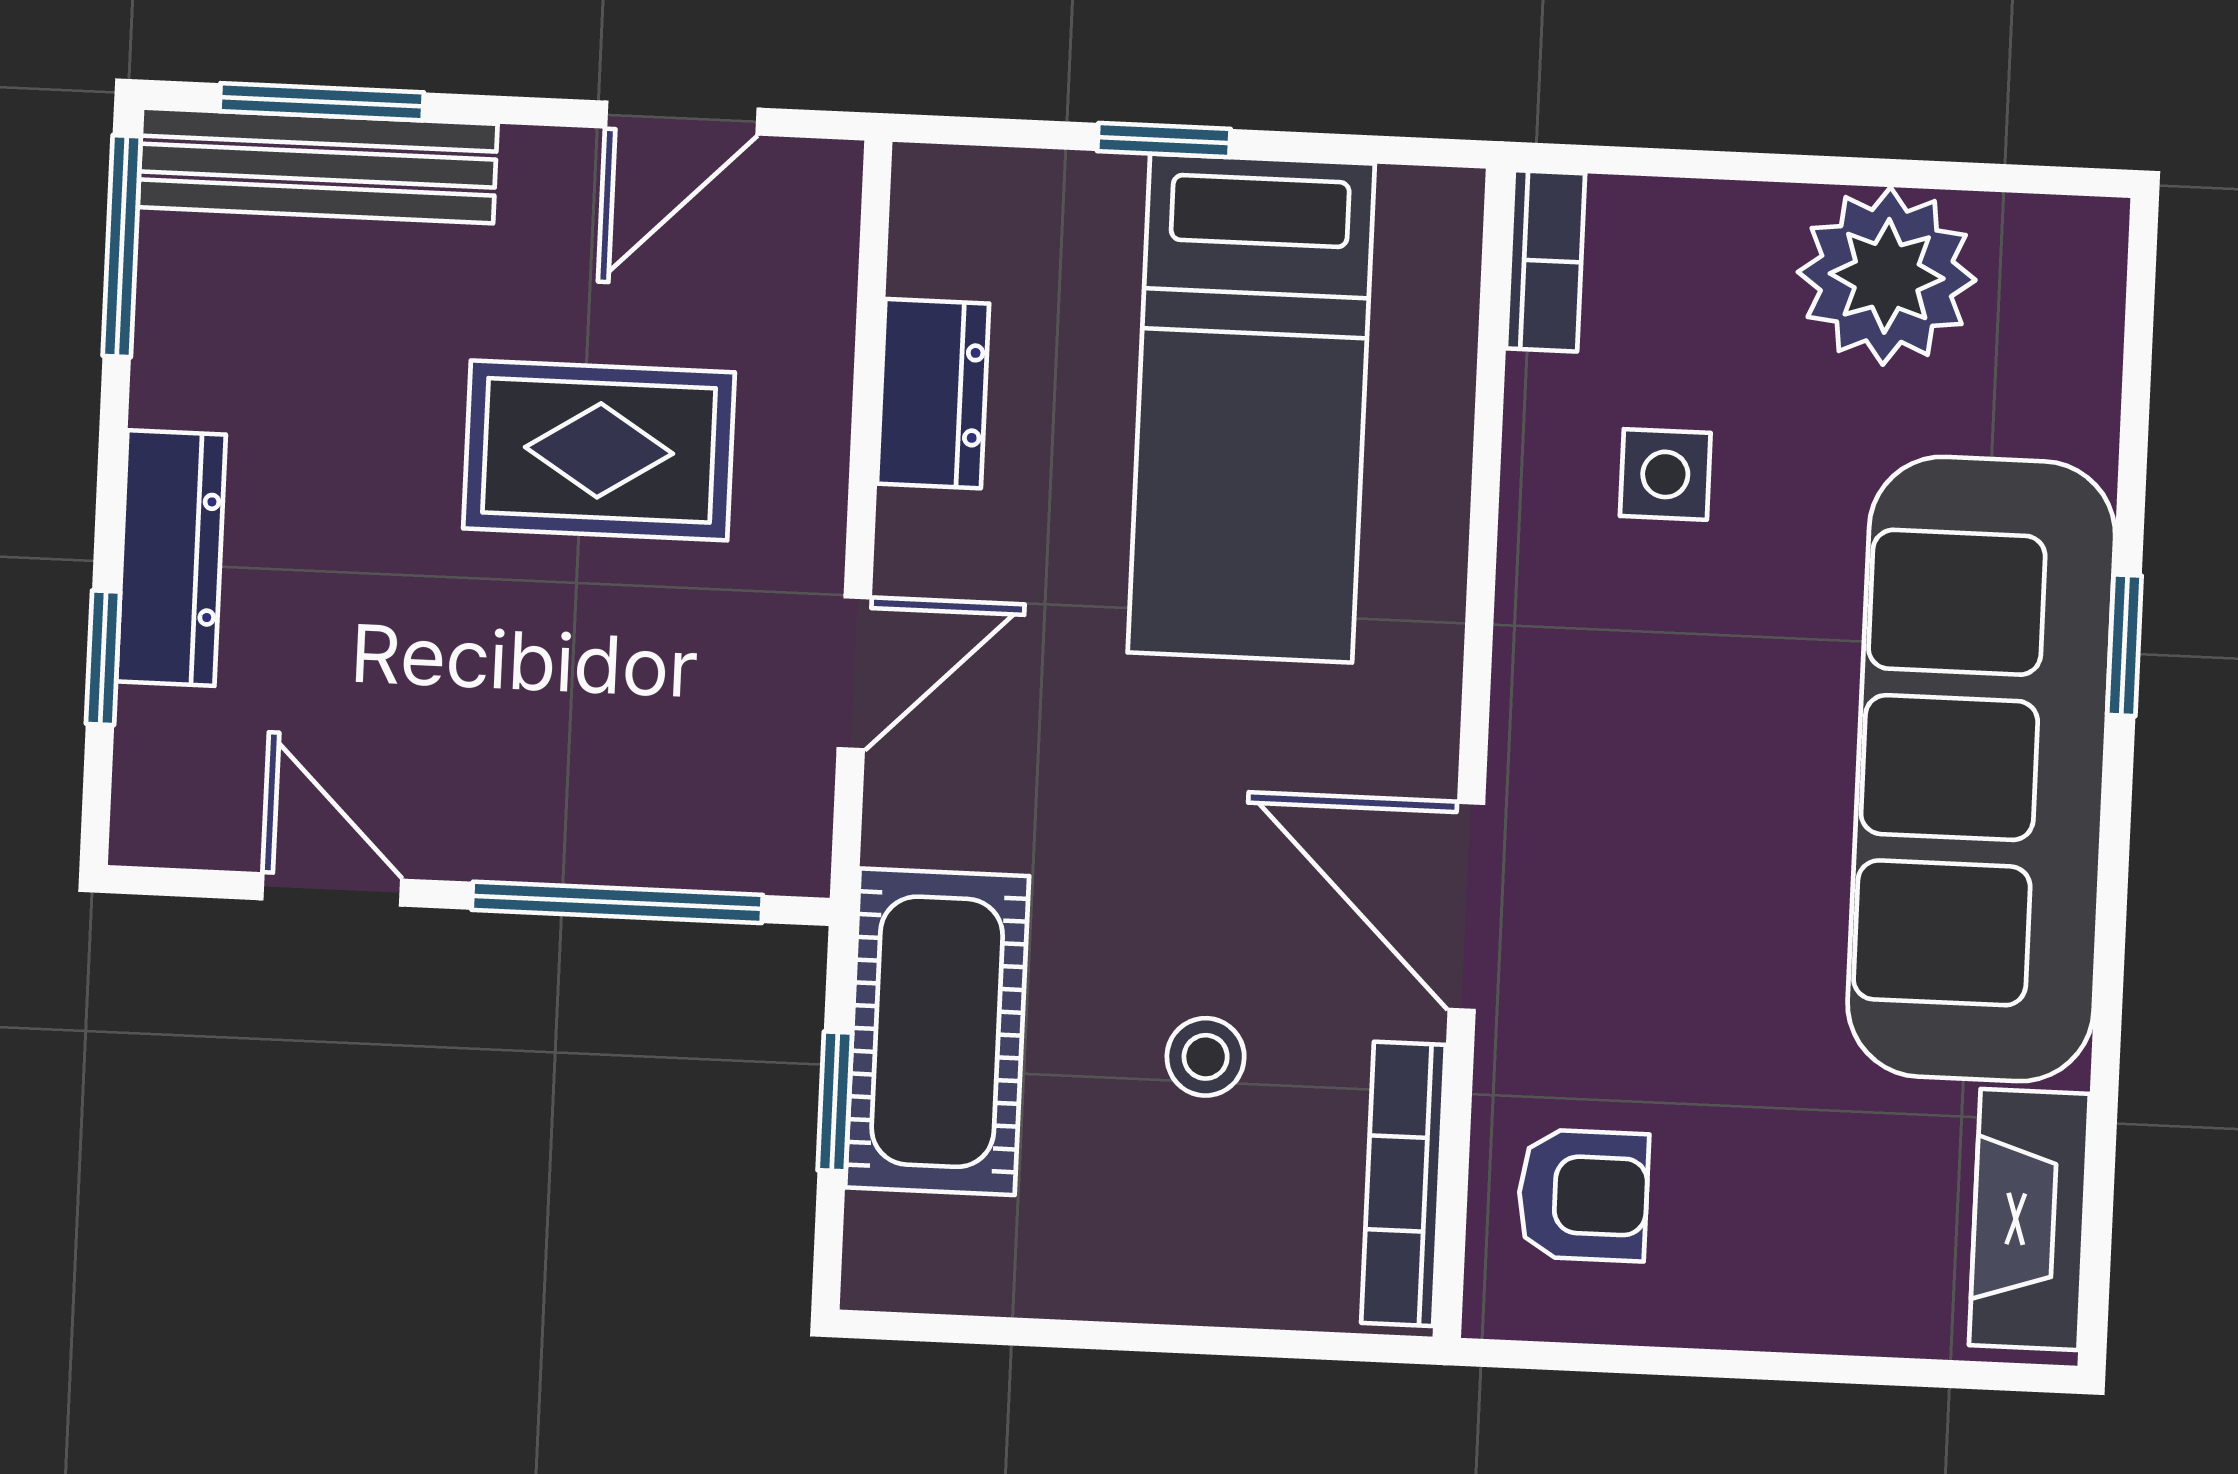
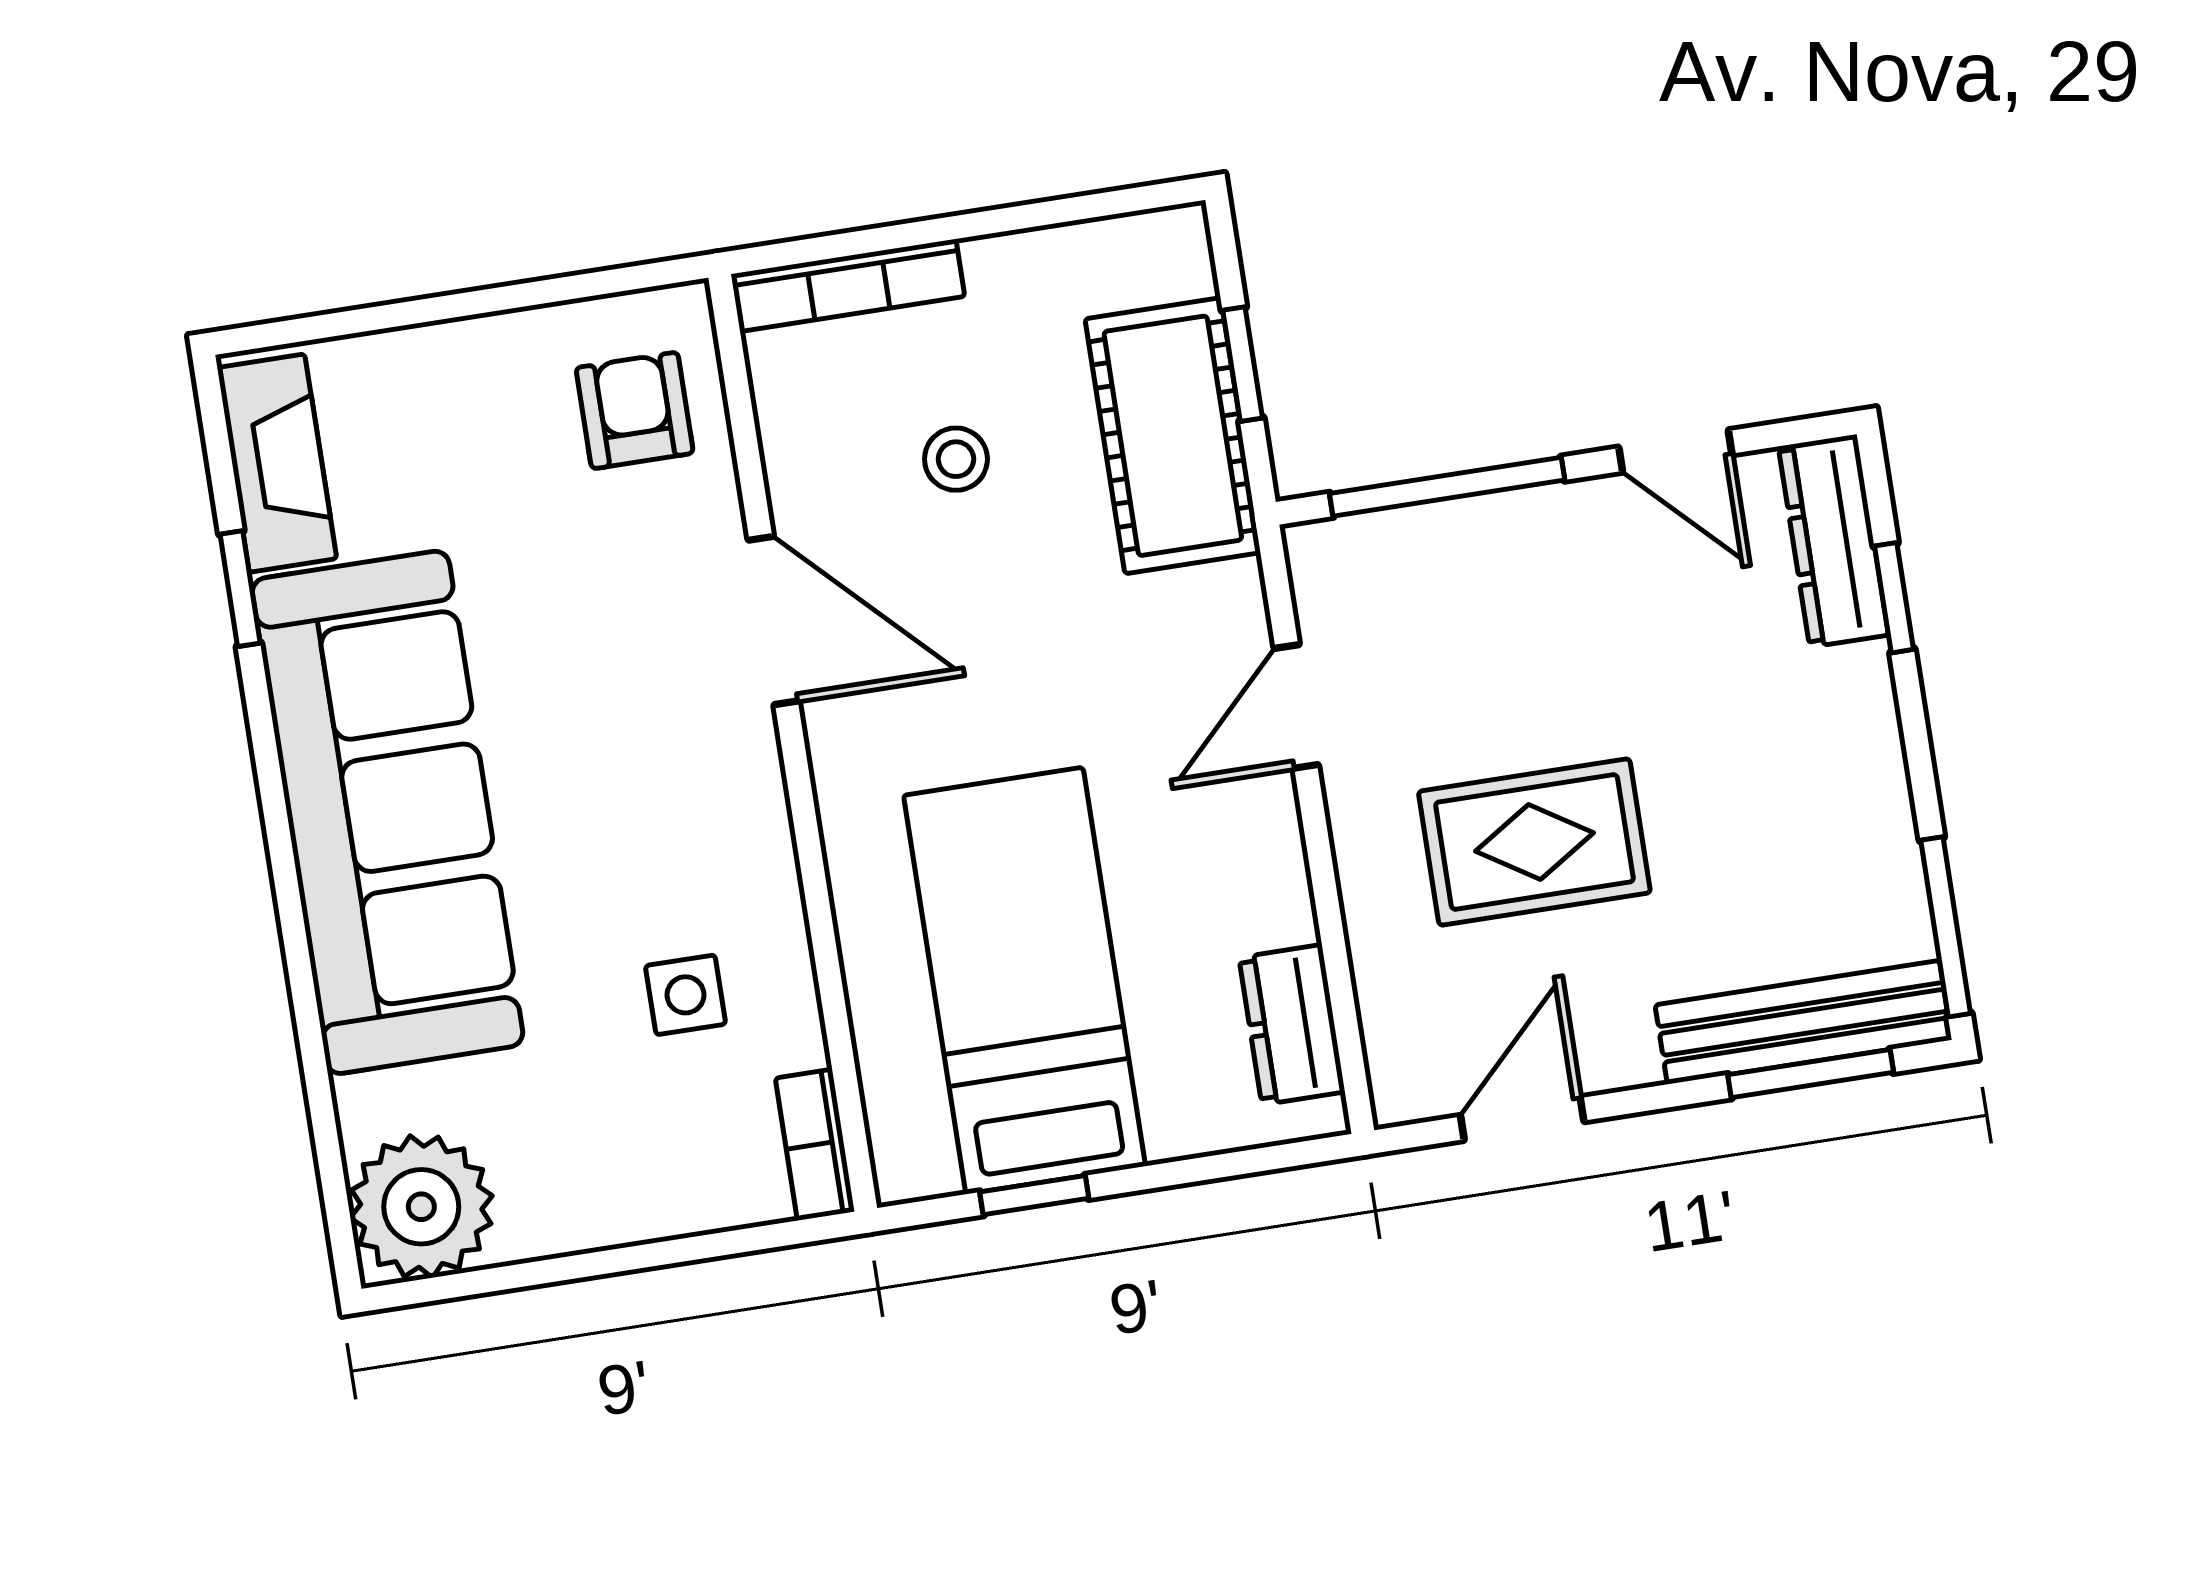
window: (1164, 140) -> (1034, 1195), moved
plant: (1887, 276) -> (421, 1207), moved
dresser: (933, 394) -> (1292, 1025), moved
dresser: (171, 558) -> (1833, 541), moved
window: (2124, 645) -> (240, 589), moved
bookcase: (1404, 1184) -> (848, 285), moved, turned 90
armchair: (1583, 1195) -> (635, 410), turned 90

